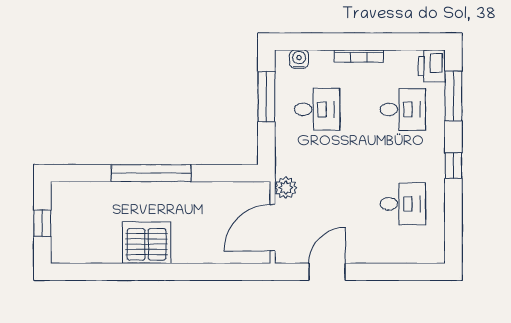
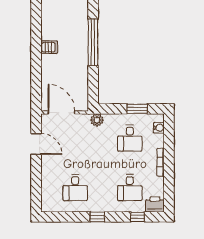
window: (453, 96) -> (138, 217), width x0.46
window: (266, 97) -> (137, 109), width x0.69
plant: (286, 188) -> (97, 120), moved
server rack: (147, 243) -> (49, 47), width x0.46, depth x0.70

